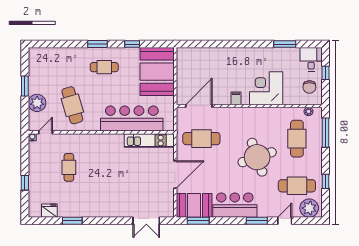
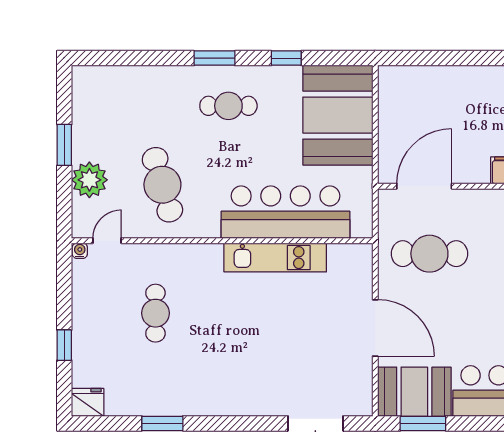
kitchen unit: (149, 140) -> (275, 258), moved
door: (175, 175) -> (375, 328), hinge flipped
fridge: (49, 211) -> (88, 402), moved

